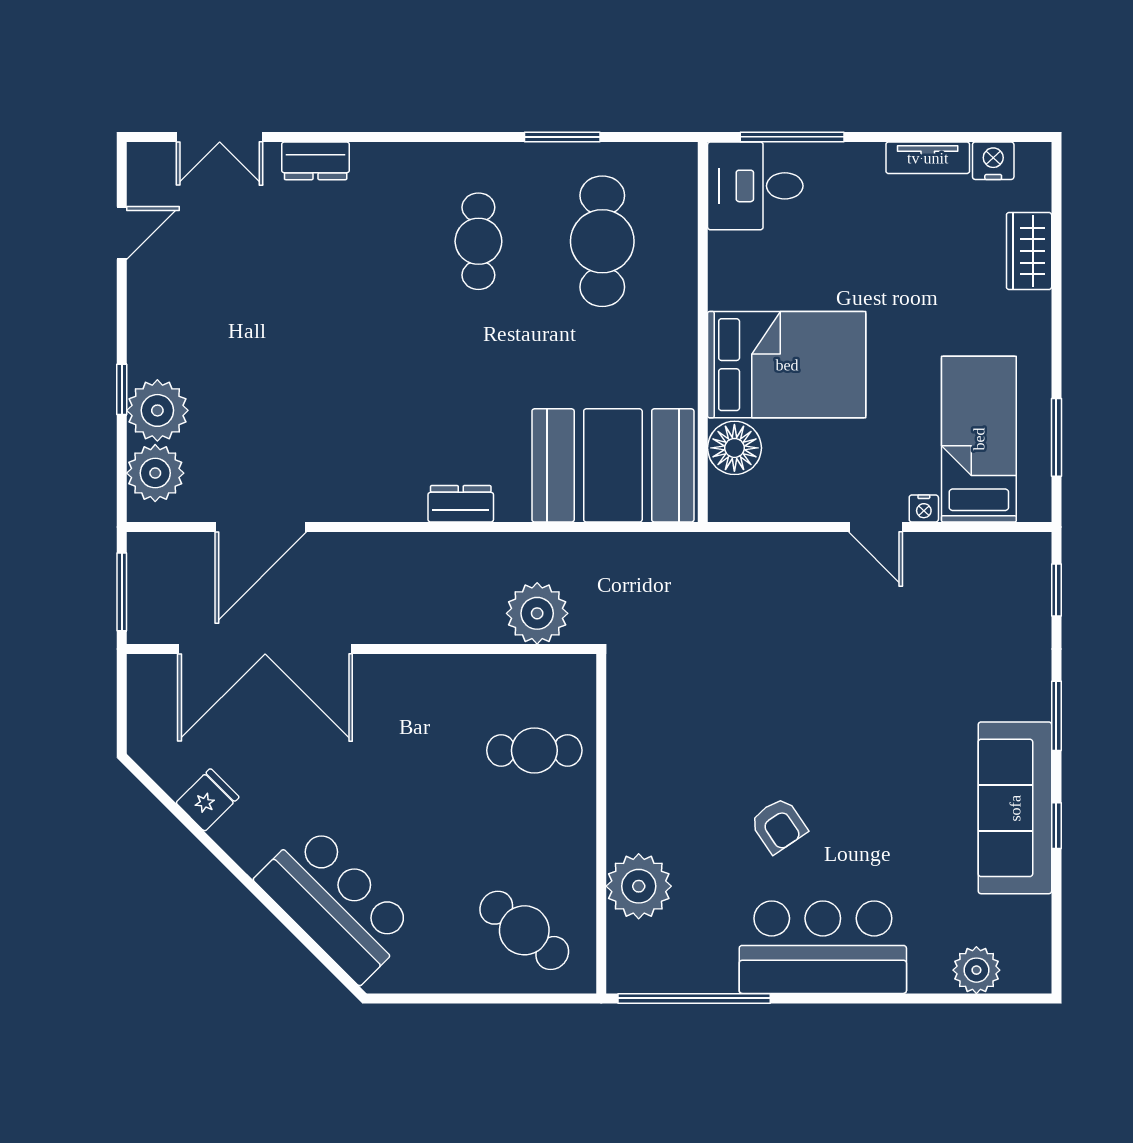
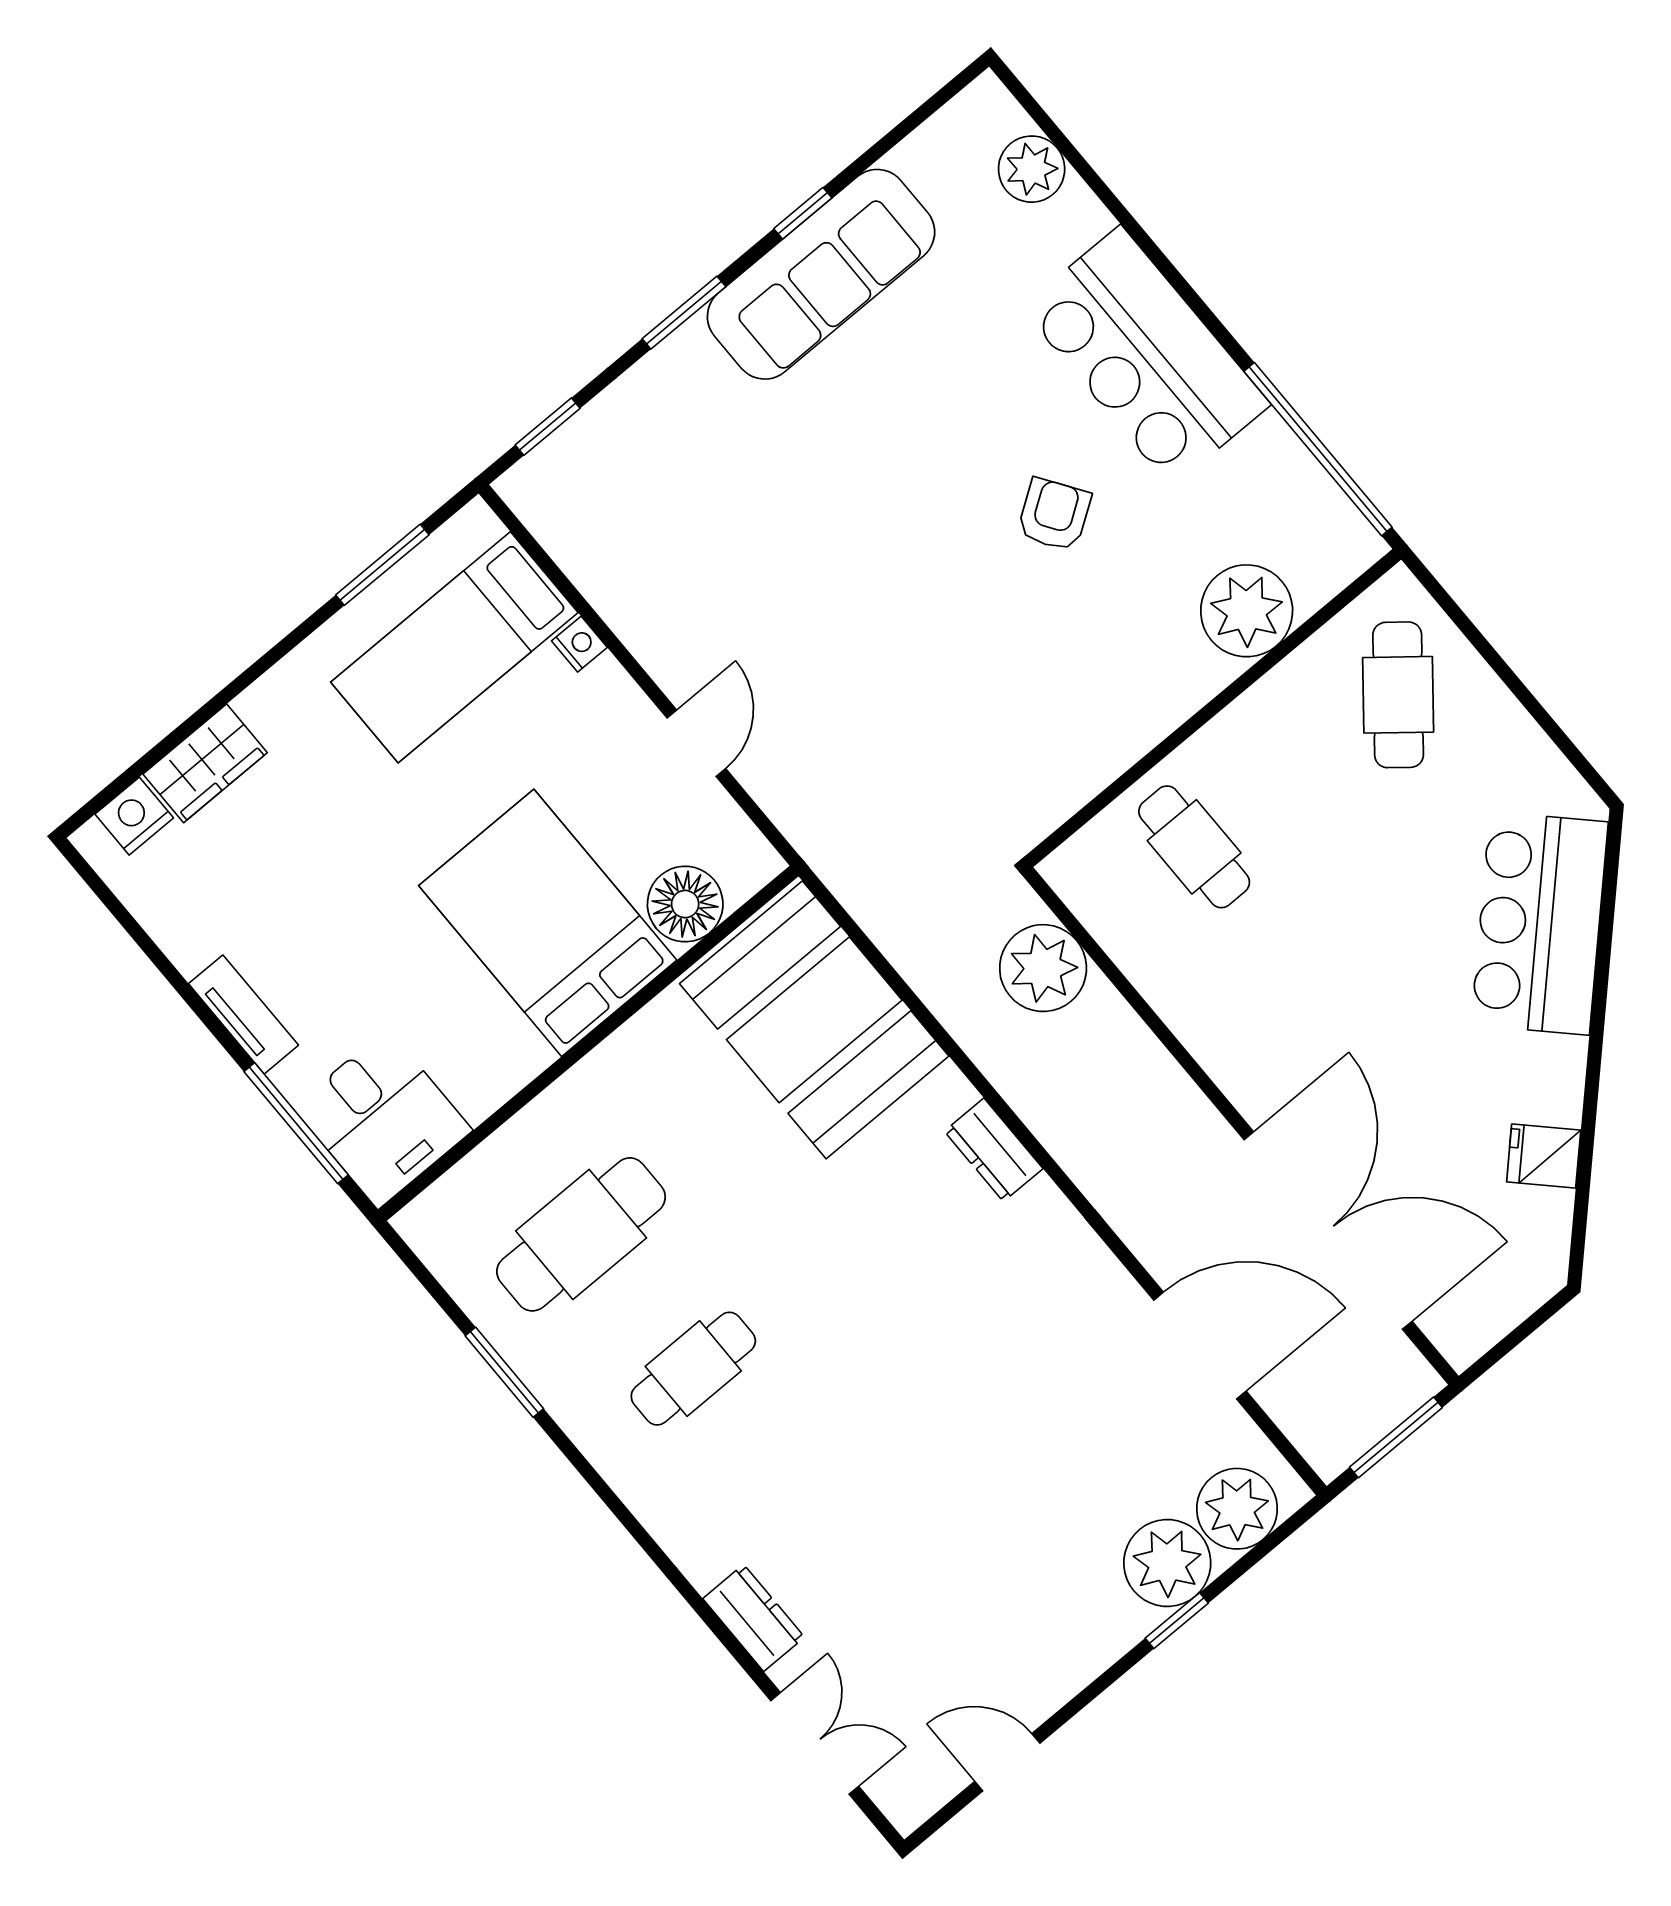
tv unit: (928, 158) -> (244, 1014), moved
nightstand: (993, 161) -> (134, 816), moved, turned 90
door: (876, 527) -> (696, 743), moved

